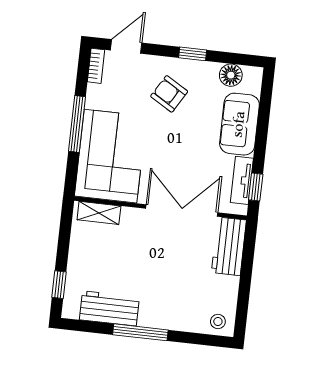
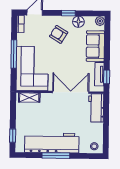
floor lamp: (231, 75) -> (78, 22), moved
plant: (253, 76) -> (100, 21), added
workbench: (109, 308) -> (52, 143), width x1.88, depth x1.32

